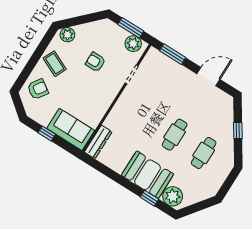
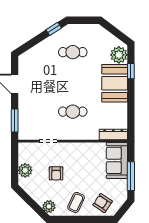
window: (131, 28) -> (15, 163), removed
plant: (133, 44) -> (25, 170), moved
window: (238, 130) -> (54, 29), moved
window: (47, 133) -> (131, 176), width x2.17
cafe table: (175, 135) -> (73, 112), moved

